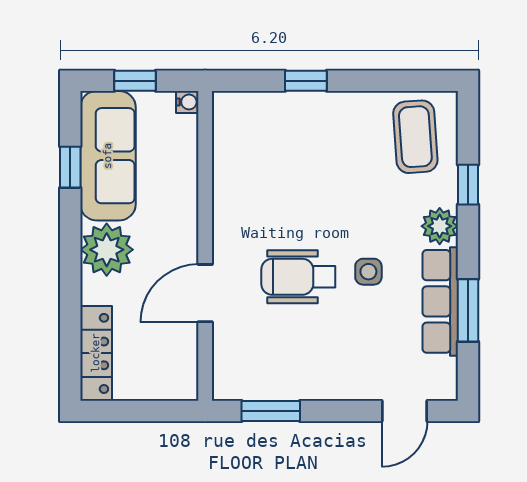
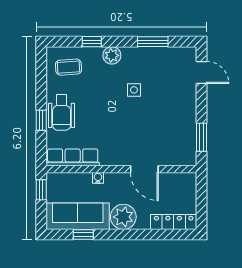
window: (135, 81) -> (41, 190), moved
water cooler: (187, 102) -> (98, 178), moved
coffee table: (415, 137) -> (69, 67), width x0.73, depth x0.77
wheelchair: (298, 277) -> (62, 112), moved
row of seats: (440, 301) -> (73, 157), moved, turned 180

